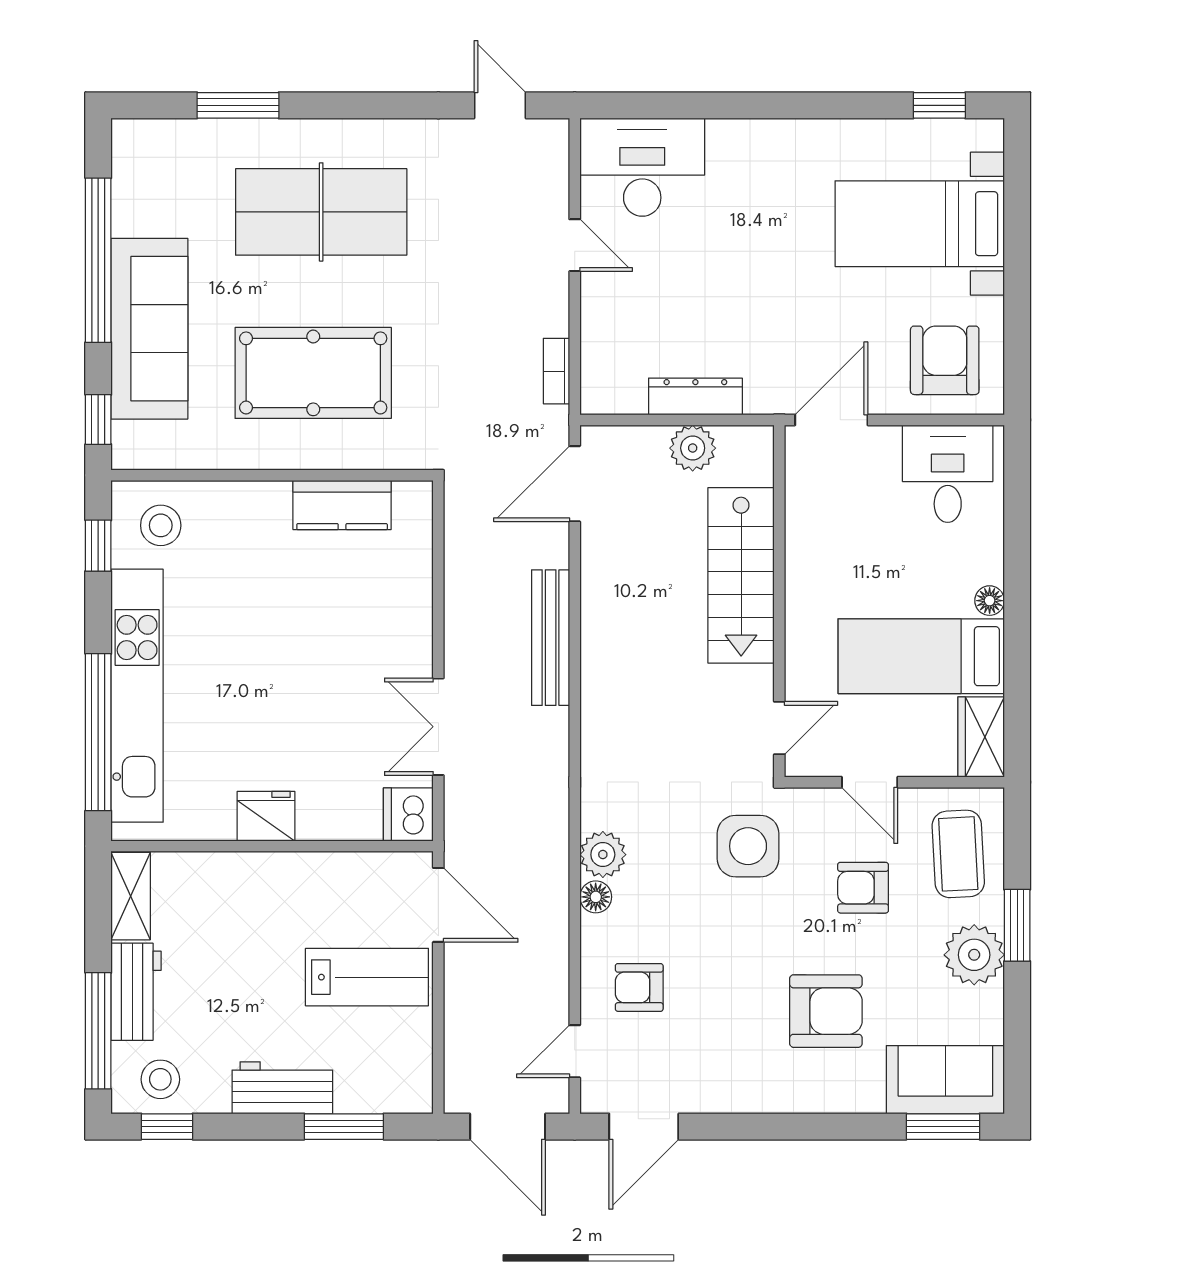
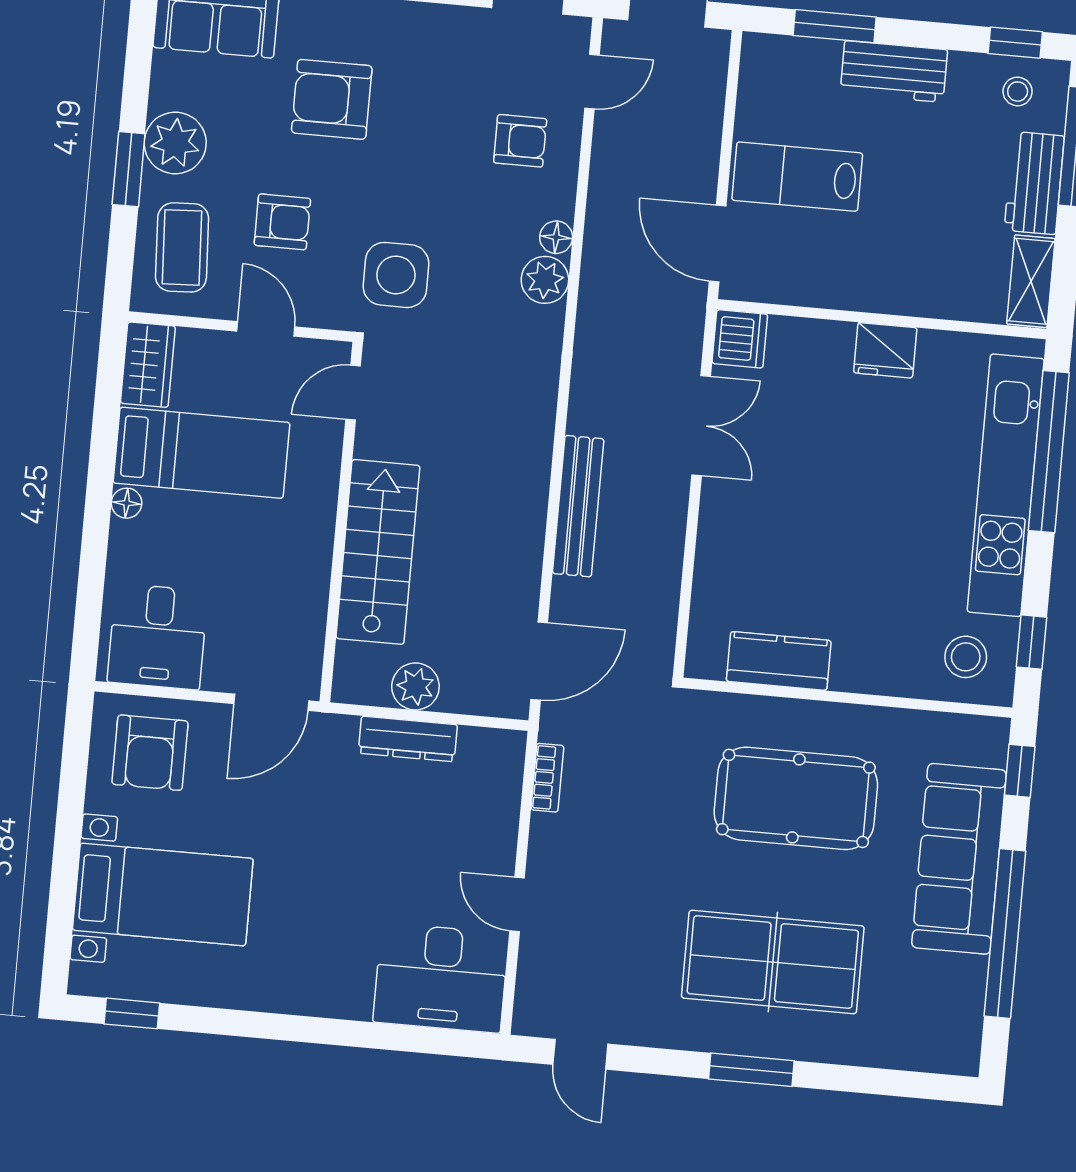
window: (238, 105) -> (751, 1070), moved
stool: (160, 1079) -> (1018, 92), width x0.73, depth x0.73

